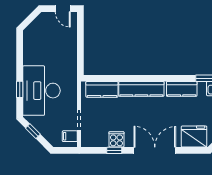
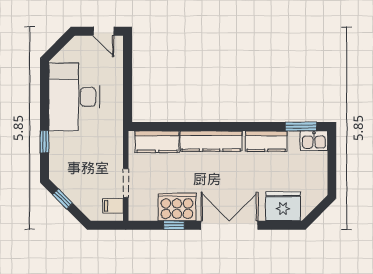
desk: (41, 91) -> (74, 97), moved
cooker: (116, 139) -> (177, 207), width x1.87, depth x1.31

